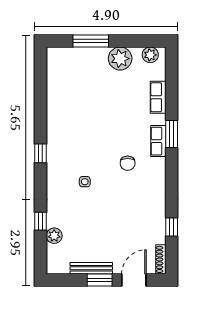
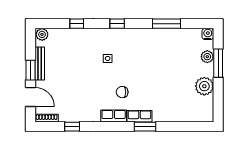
water cooler: (54, 54) -> (208, 34), added
plant: (150, 55) -> (207, 57), moved
row of seats: (158, 97) -> (114, 116), moved
window: (41, 107) -> (167, 24), added
window: (41, 153) -> (117, 24), moved
plant: (54, 236) -> (42, 34), moved

